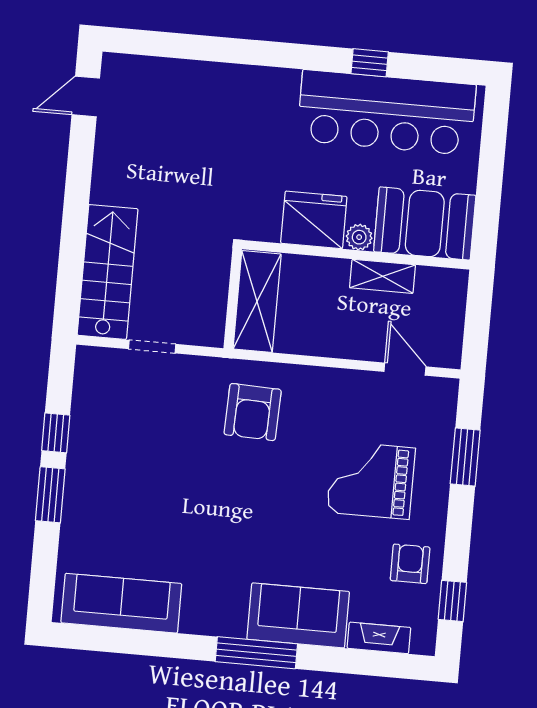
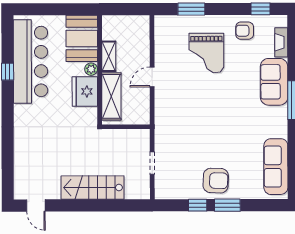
stairs: (108, 272) -> (93, 188), moved
shelving: (257, 302) -> (111, 96), moved, turned 90
door: (405, 369) -> (152, 77), moved
armchair: (253, 412) -> (216, 181), moved

